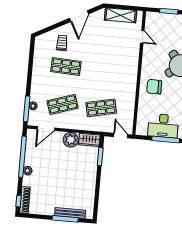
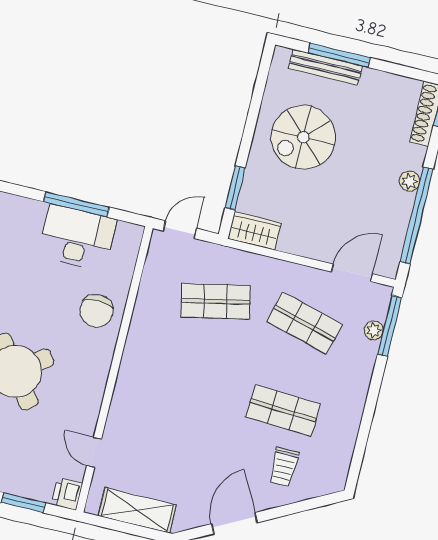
printer: (151, 18) -> (67, 494), added
chair: (154, 87) -> (97, 311), moved, turned 90
shop shelf: (63, 104) -> (304, 323), turned 33
door: (121, 136) -> (180, 230), swing flipped
plant: (71, 140) -> (298, 238), removed
spiral stairs: (75, 182) -> (303, 137), added

